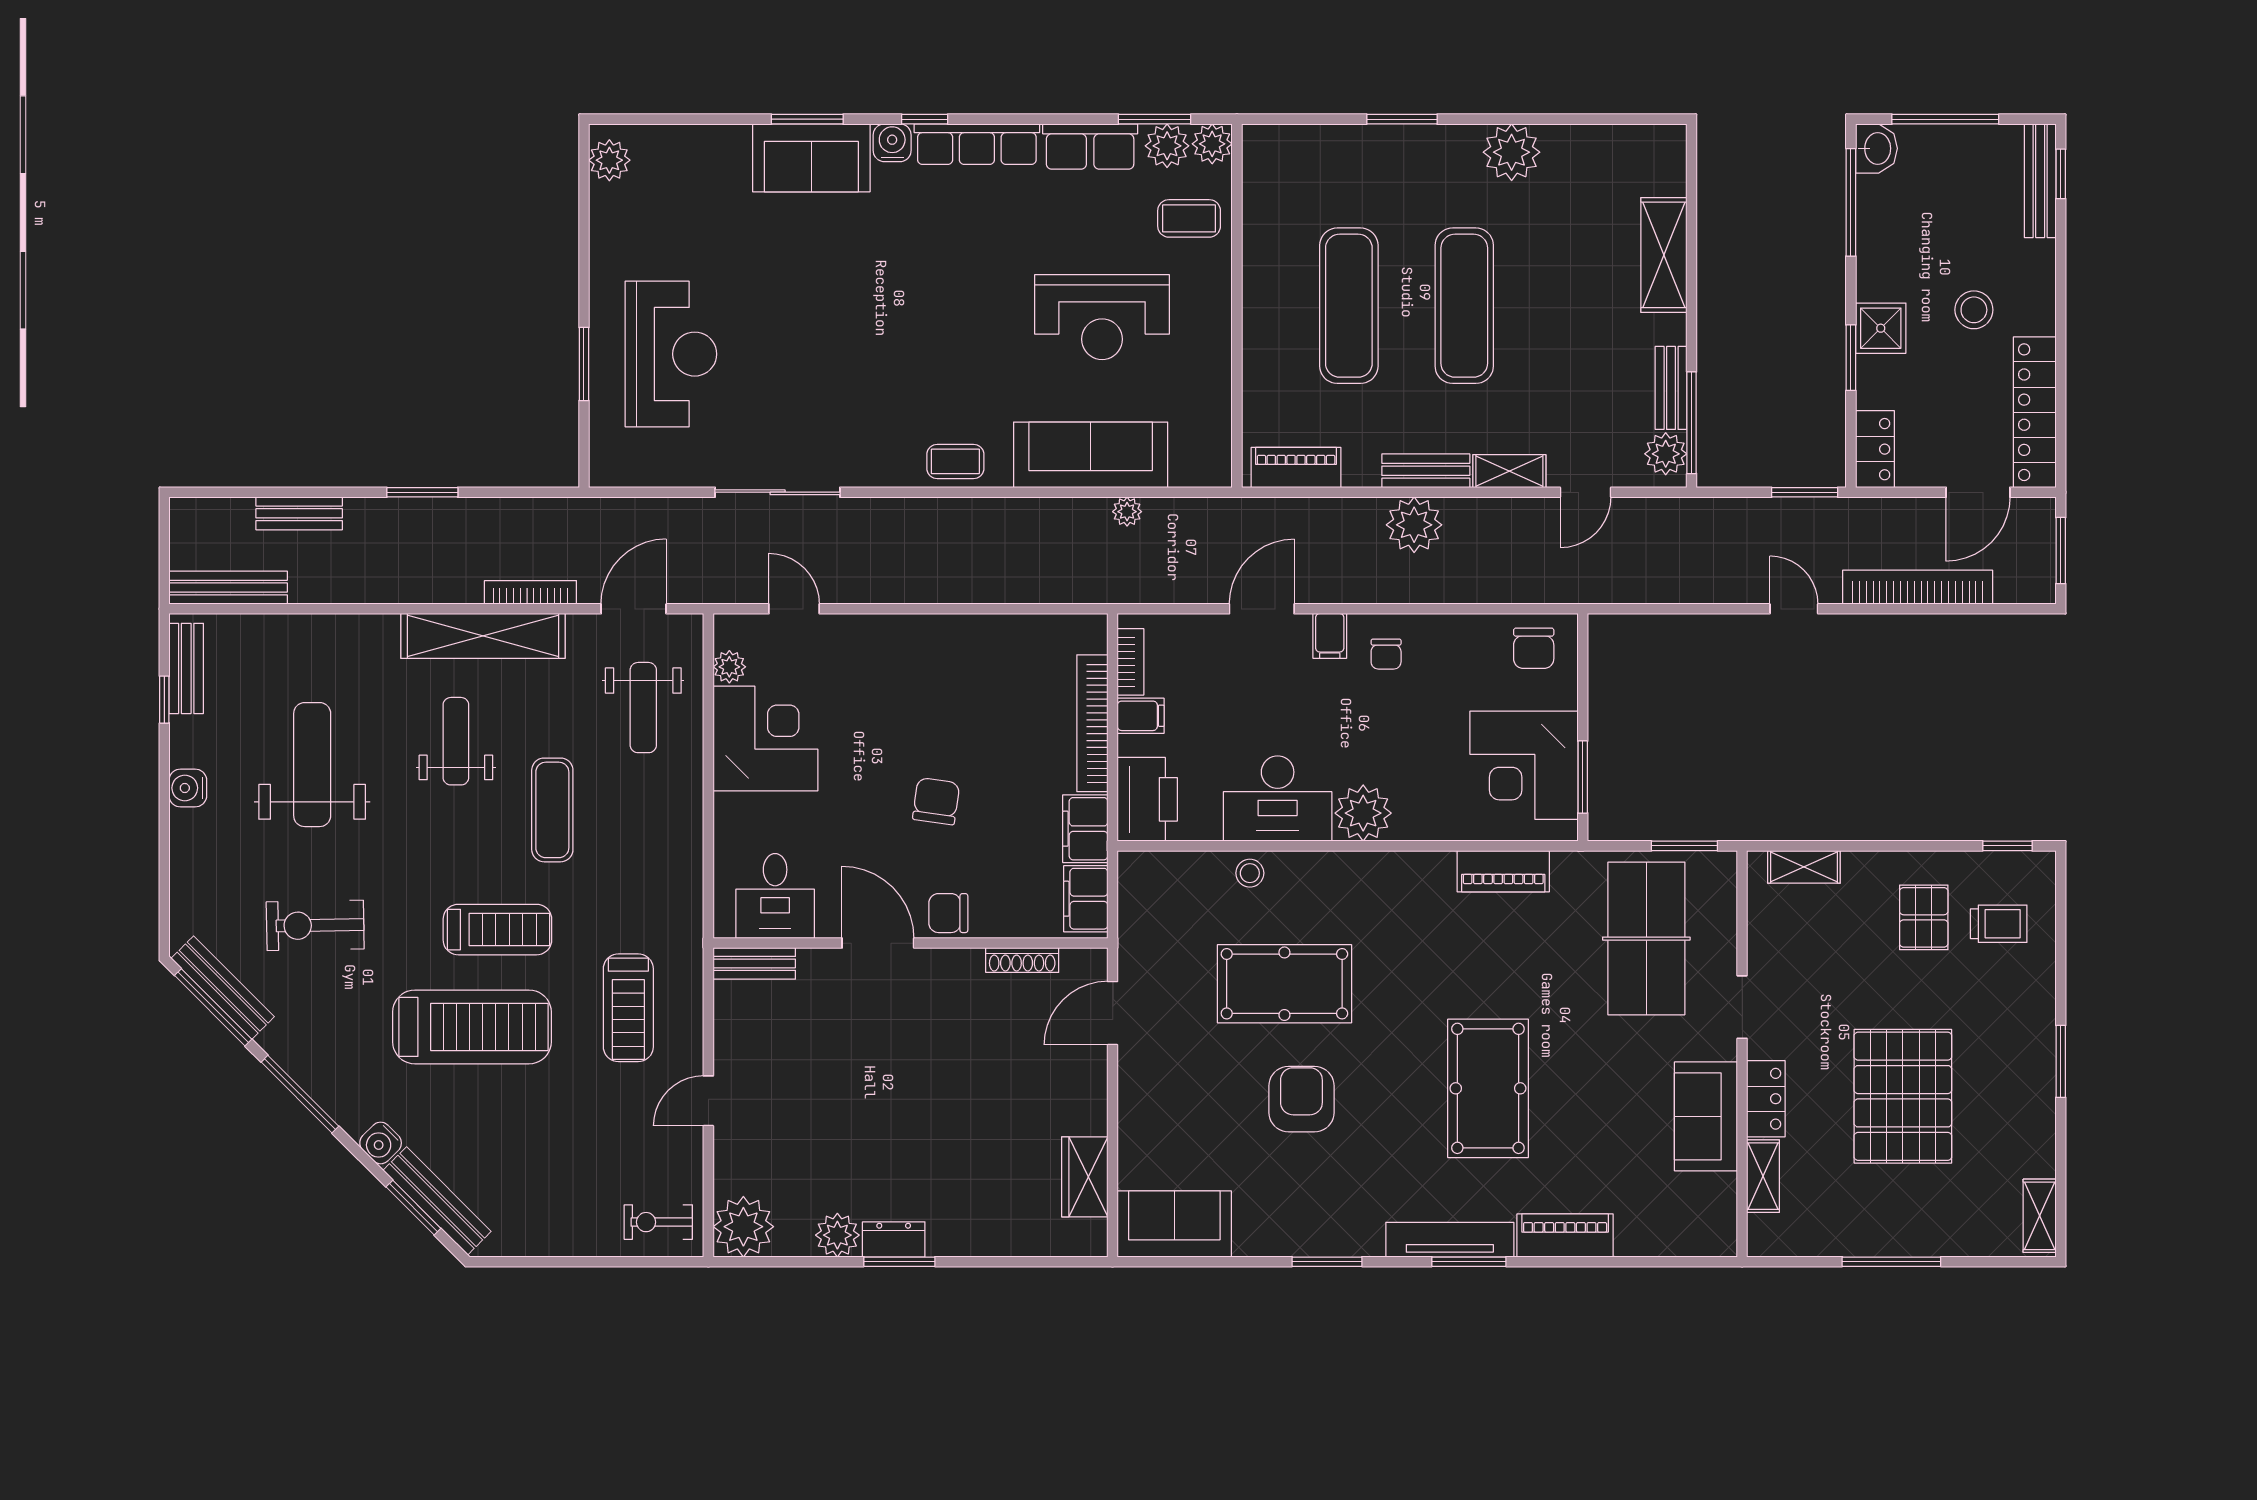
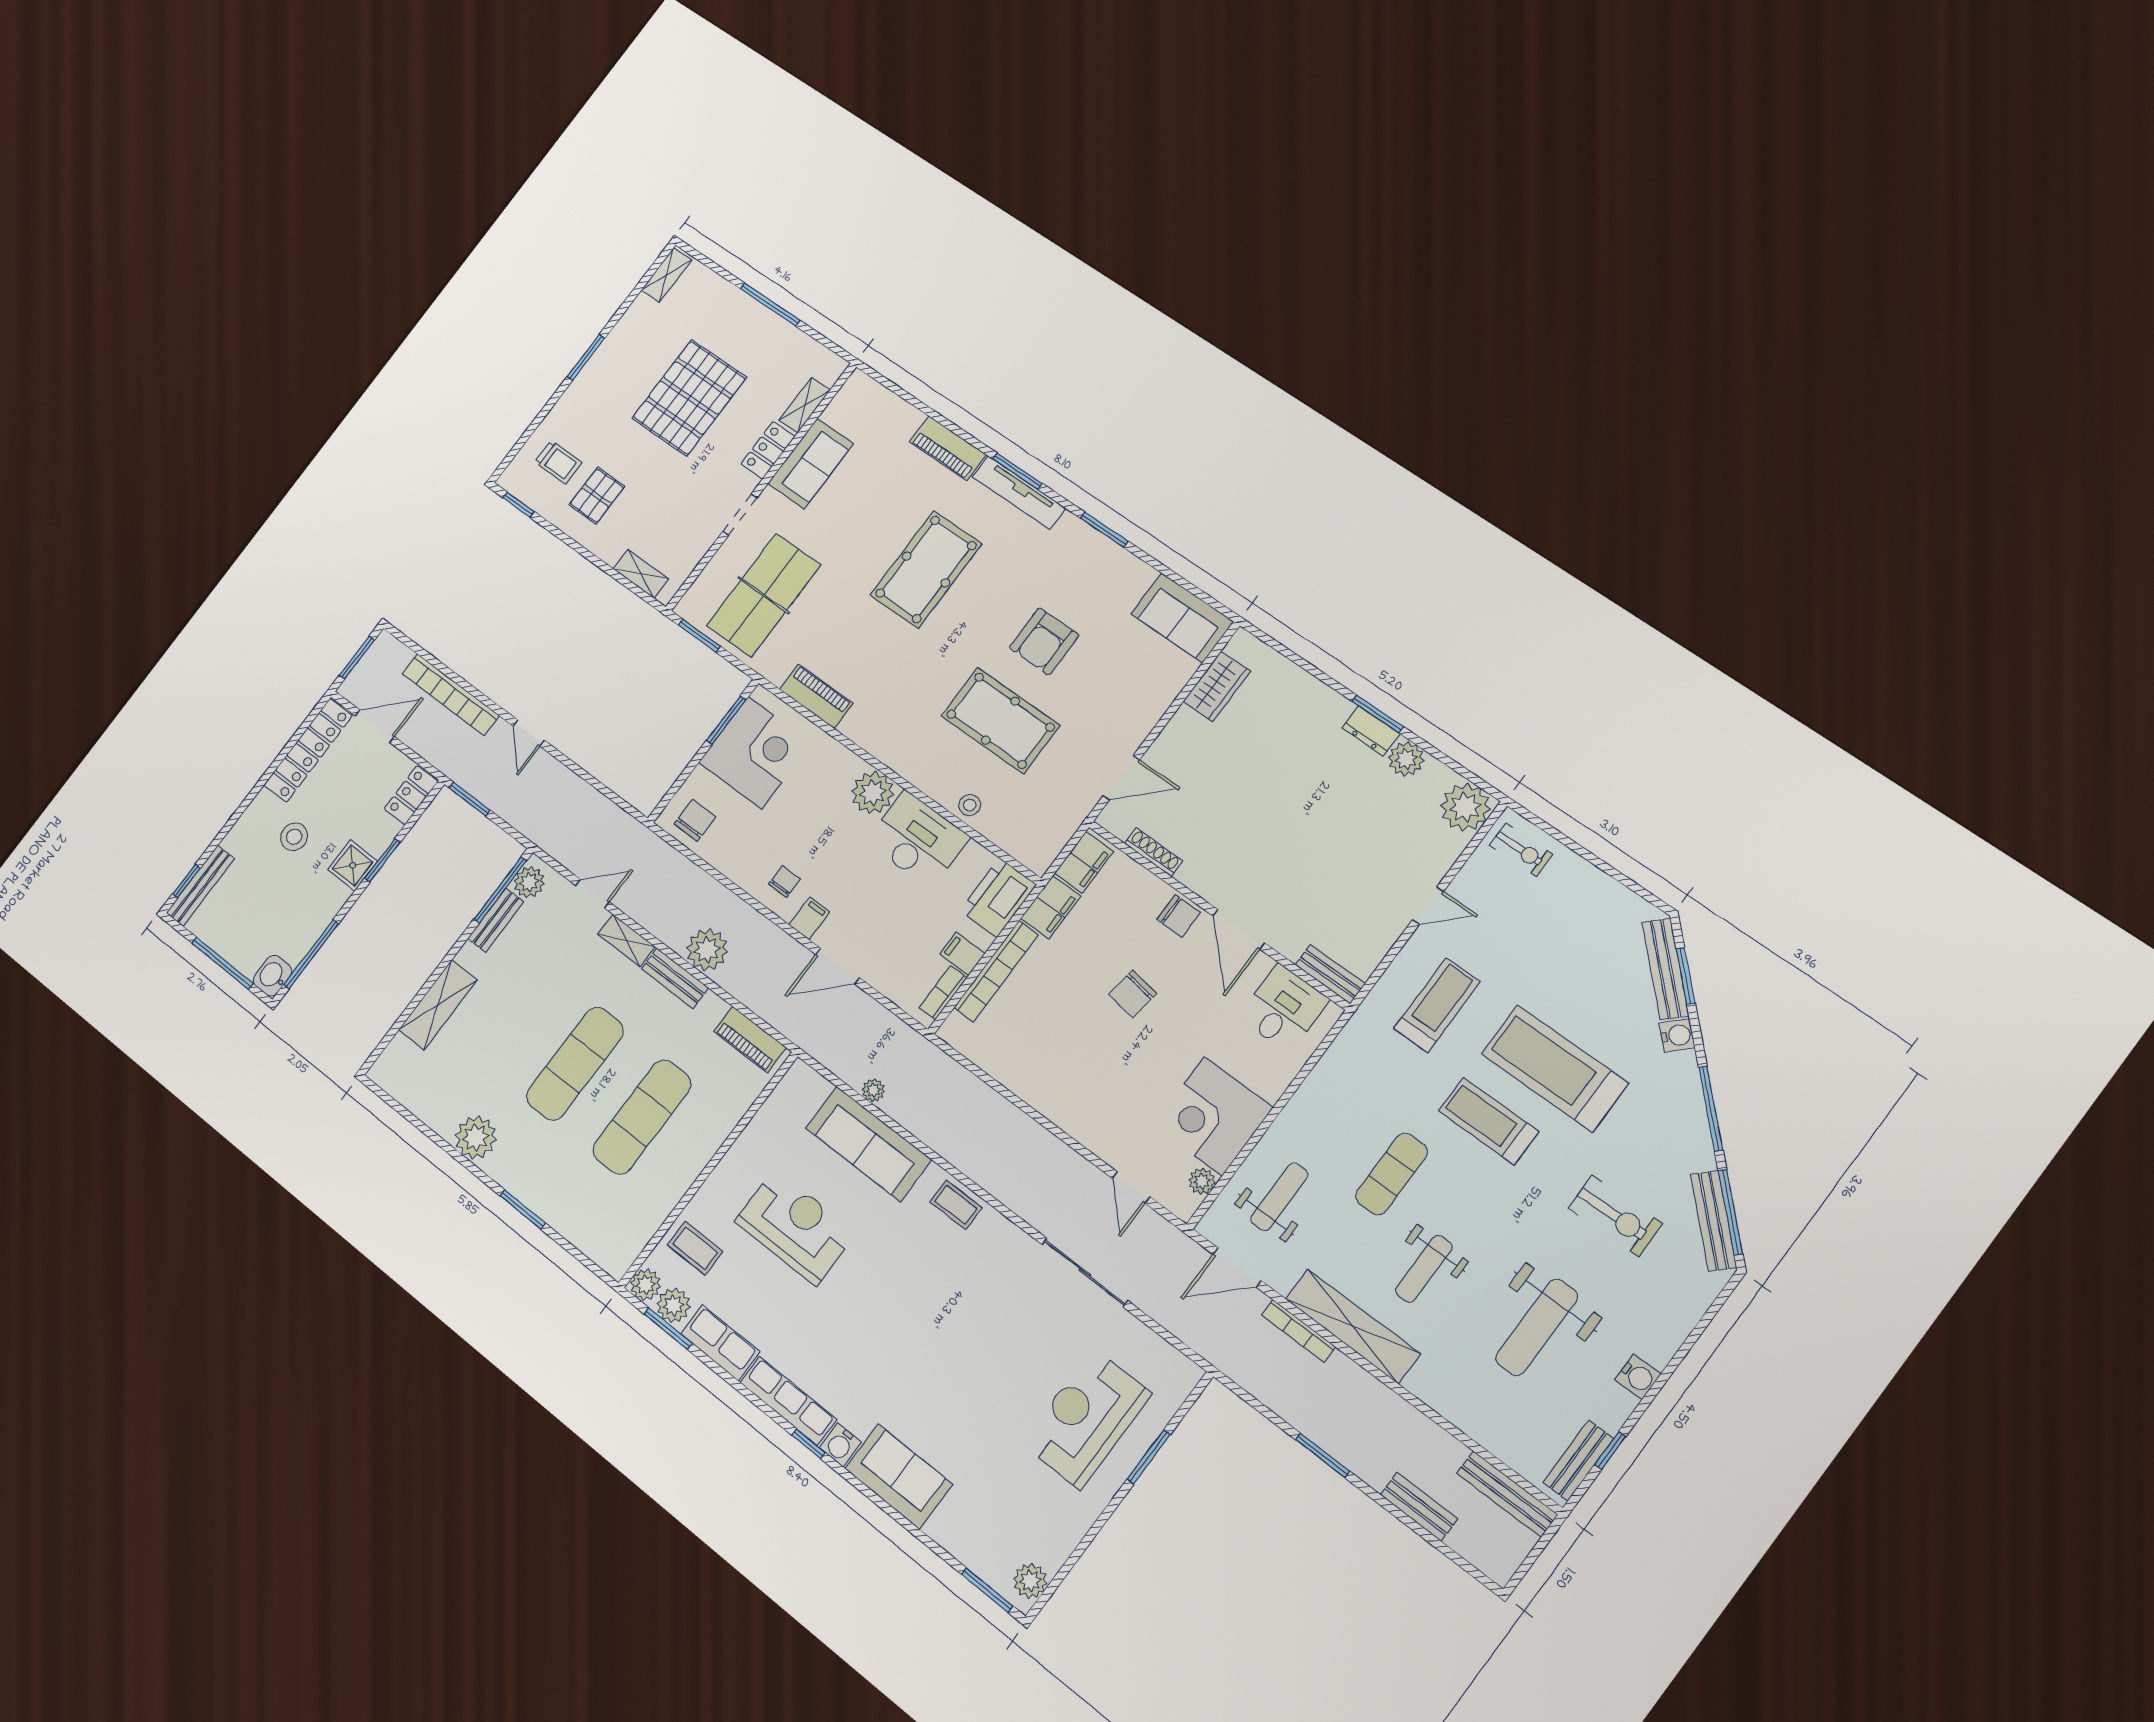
window: (807, 119) -> (987, 1590), moved
trolley: (1999, 924) -> (558, 462), turned 180

